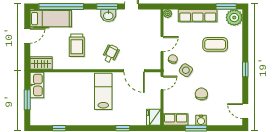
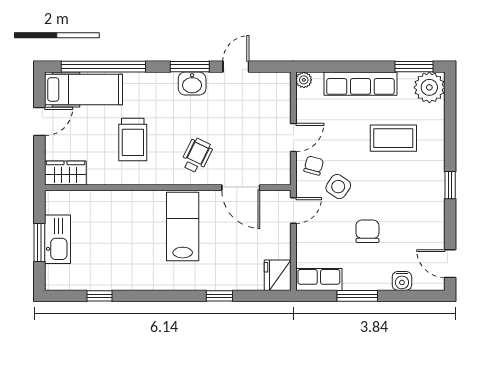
kitchen sink: (37, 85) -> (58, 239), moved
water cooler: (201, 120) -> (402, 281), moved

